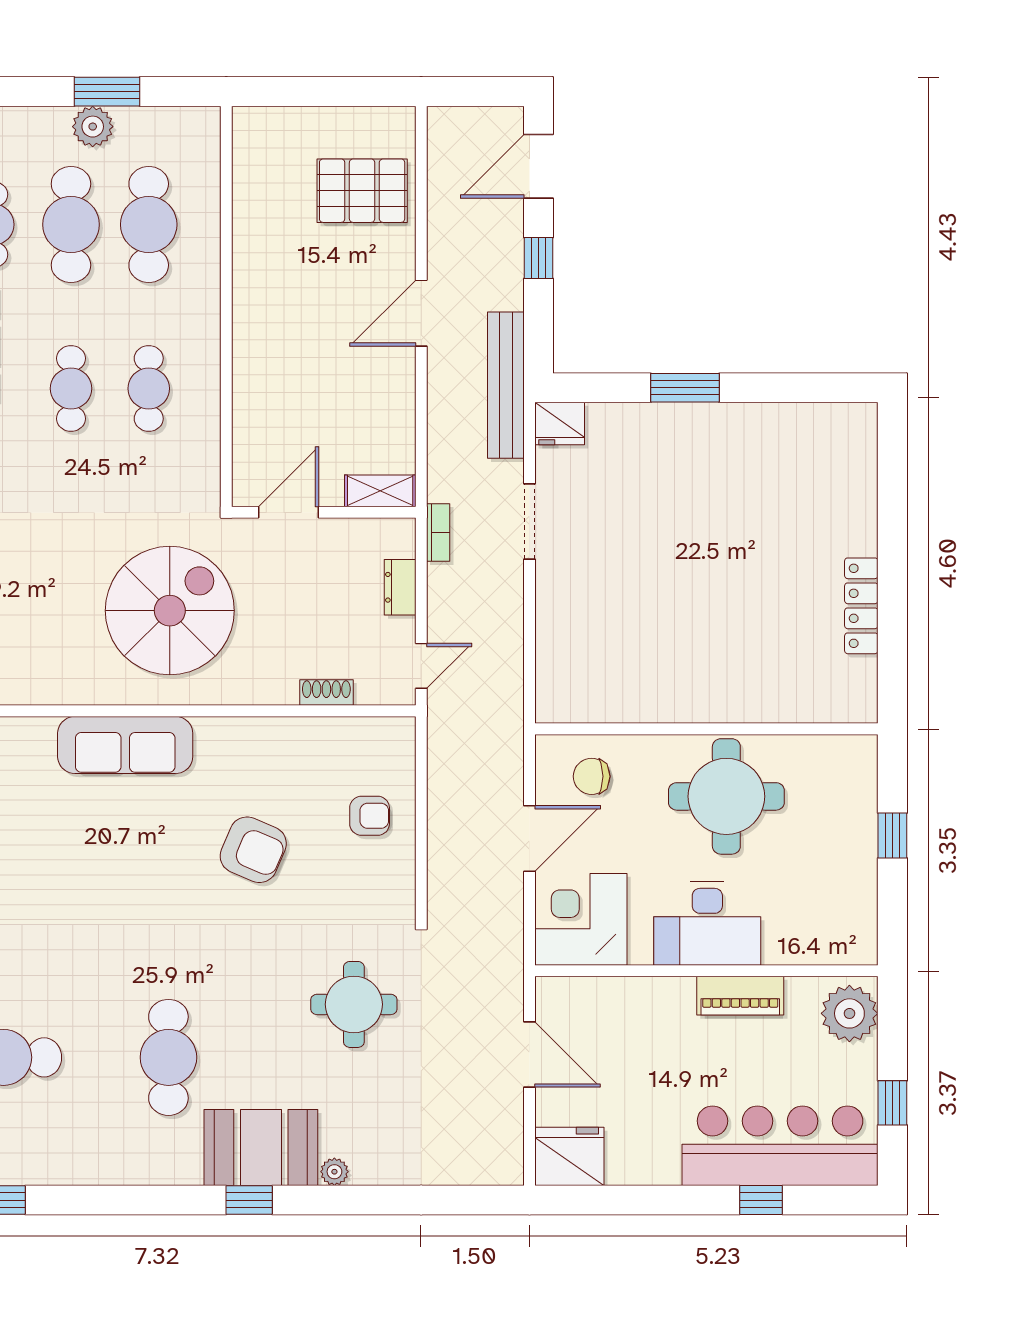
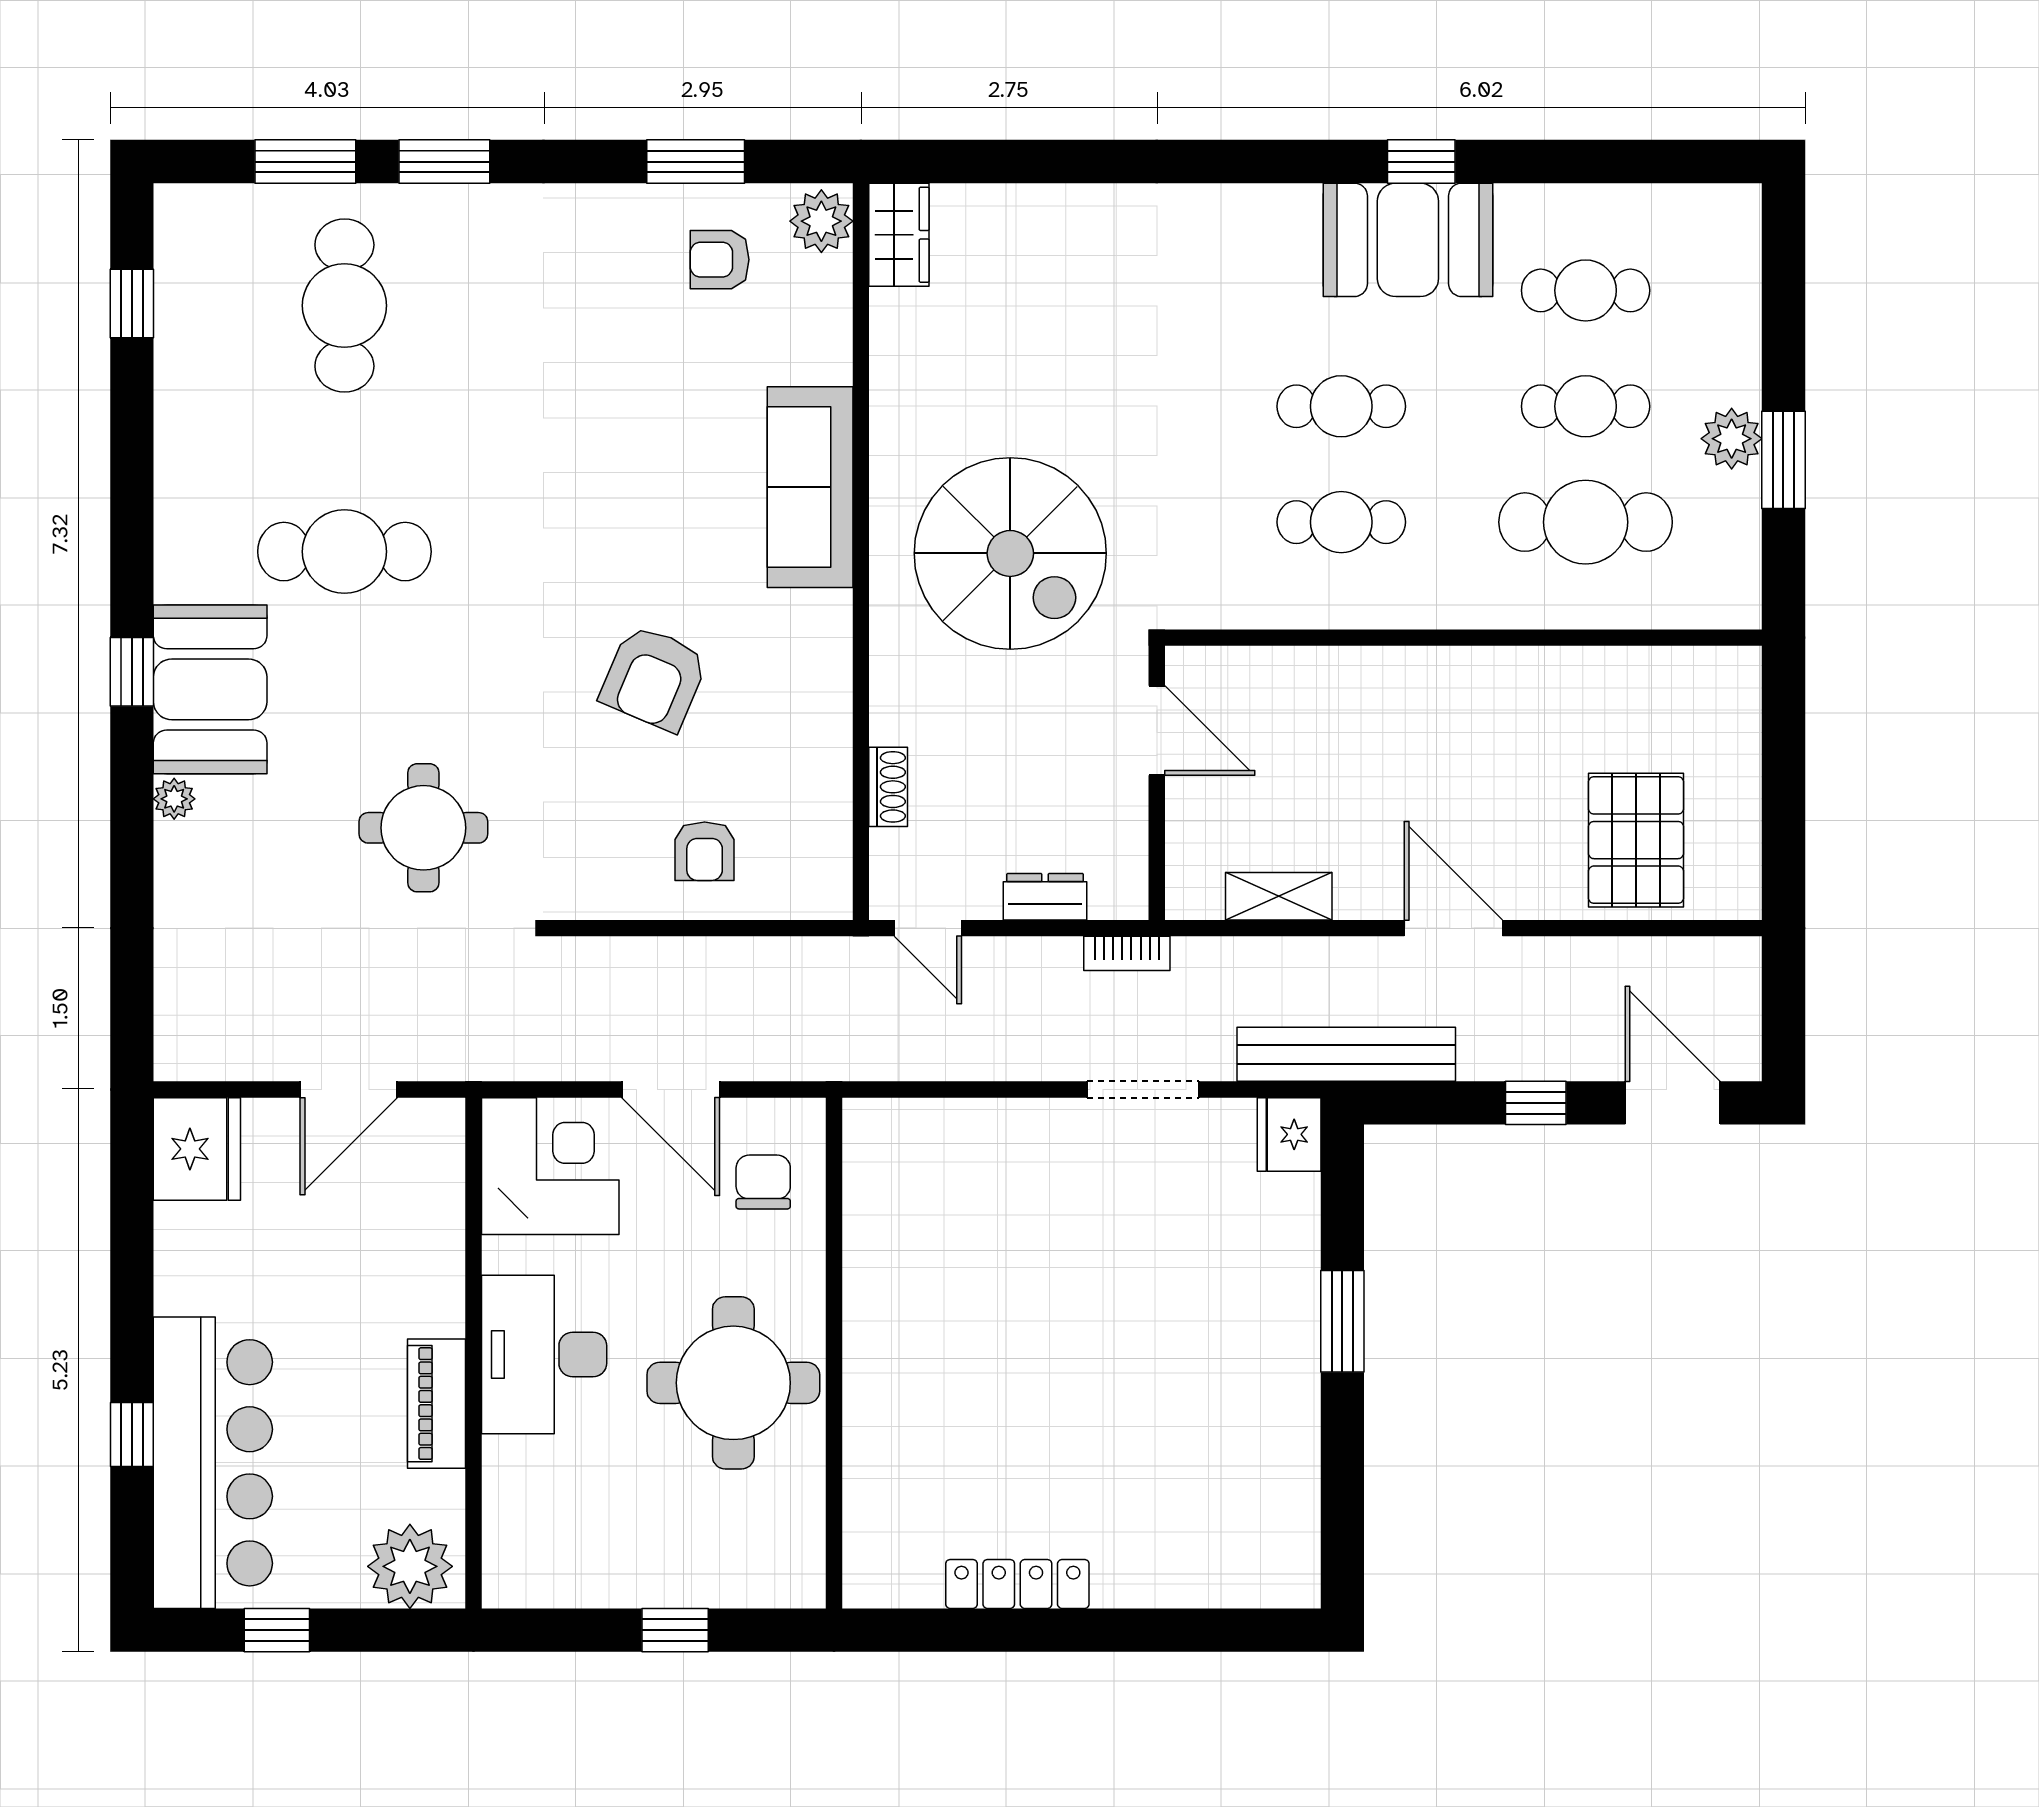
cafe table: (71, 225) -> (1586, 406), width x0.73, depth x0.74
shelving: (380, 491) -> (1279, 896), moved, turned 90

